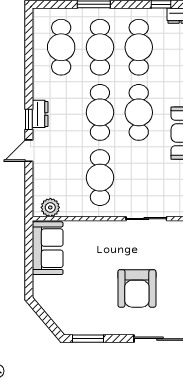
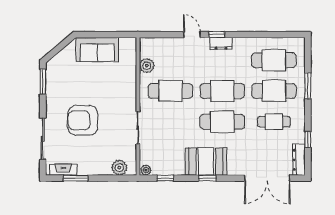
cafe table: (139, 47) -> (274, 122), width x0.73, depth x0.74
plant: (50, 207) -> (147, 66), moved
sofa: (48, 248) -> (97, 49), moved

